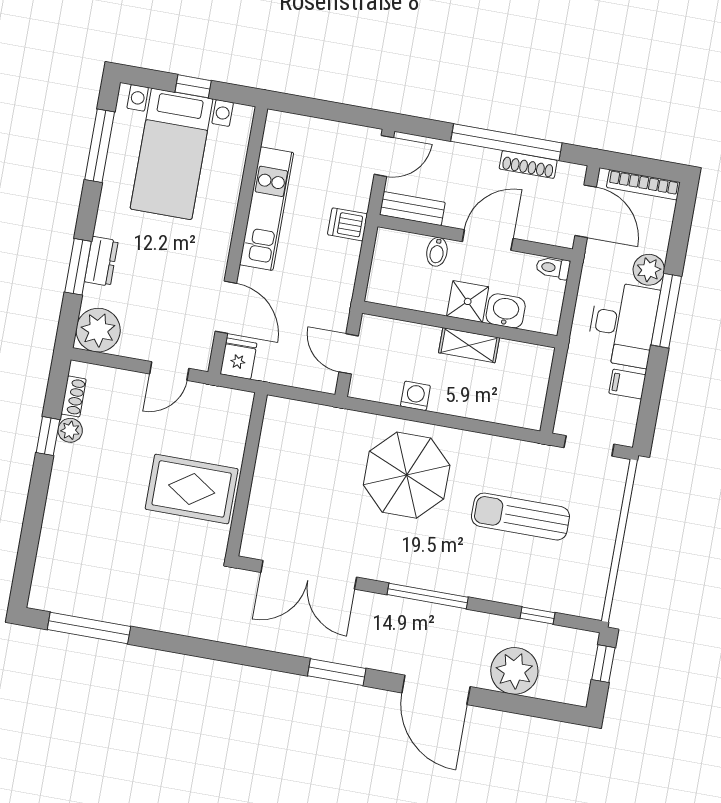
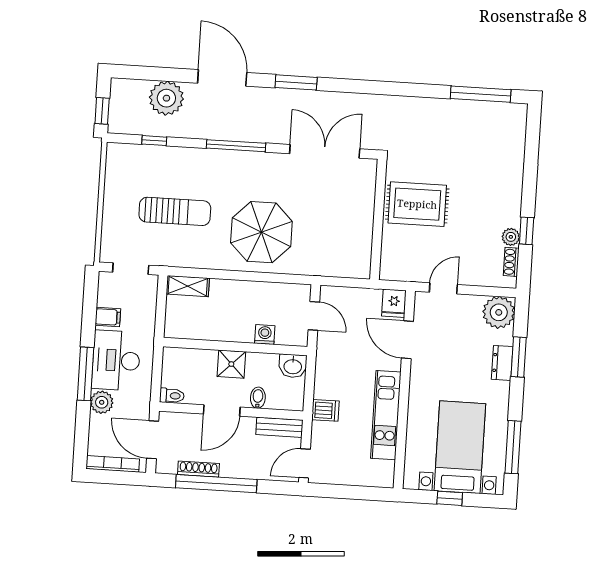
washbasin: (506, 311) -> (293, 366), moved
shelving: (469, 345) -> (188, 286), moved
washing machine: (415, 396) -> (265, 335), moved, turned 180

